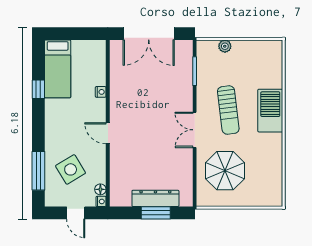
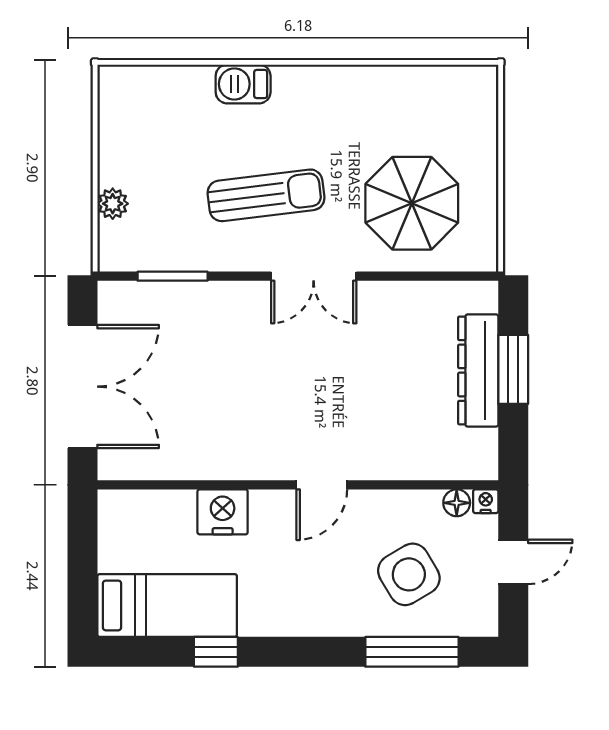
nightstand: (101, 92) -> (223, 512), width x1.89, depth x1.79
barbecue: (270, 111) -> (243, 84), width x0.53, depth x0.65

